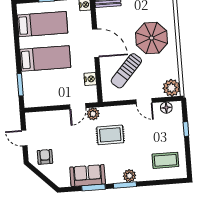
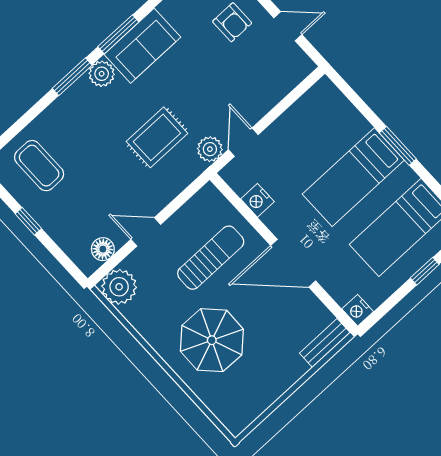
sun lounger: (126, 71) -> (211, 258), turned 48
window: (20, 85) -> (398, 146), moved
window: (186, 129) -> (28, 221), moved
coffee table: (165, 160) -> (39, 166), turned 90
plant: (130, 176) -> (102, 74), moved

